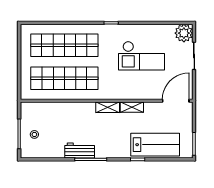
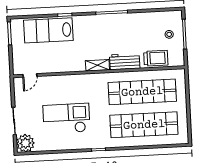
door: (176, 101) -> (30, 75), width x0.53
shelving: (132, 107) -> (73, 67), removed
trolley: (49, 111) -> (156, 58), added
workbench: (80, 151) -> (125, 62), moved, turned 180

